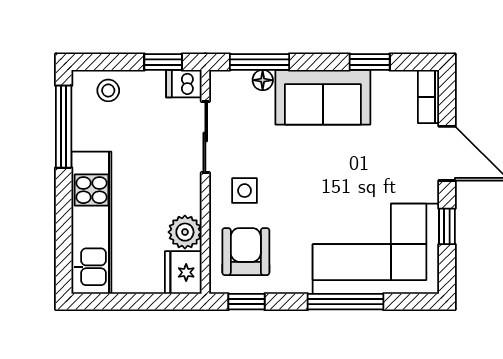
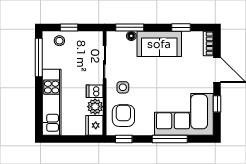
window: (163, 62) -> (69, 27), moved
dishwasher: (184, 84) -> (95, 91), moved

